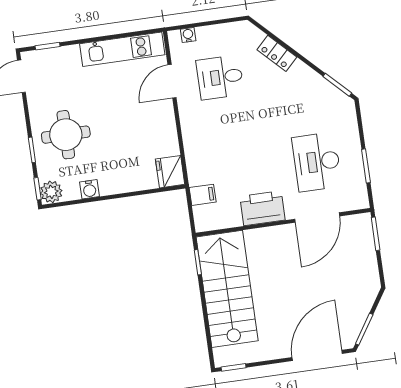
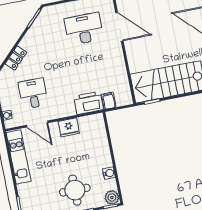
desk: (220, 77) -> (33, 93), turned 180
desk: (317, 162) -> (84, 29), turned 180
fridge: (170, 172) -> (69, 127), moved
printer: (262, 208) -> (89, 103), moved, turned 90

